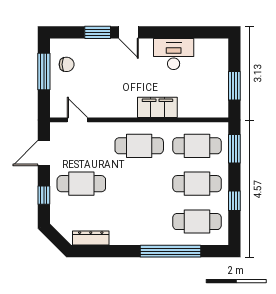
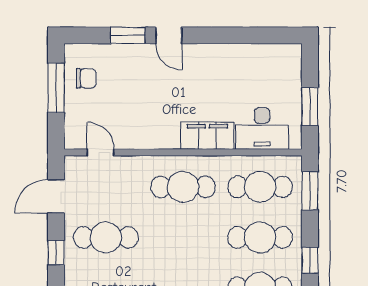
desk: (174, 54) -> (262, 128), moved, turned 180

